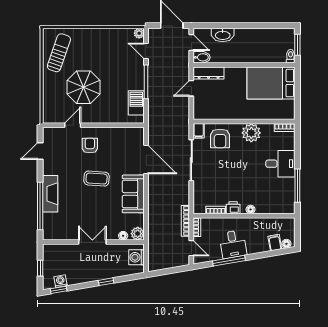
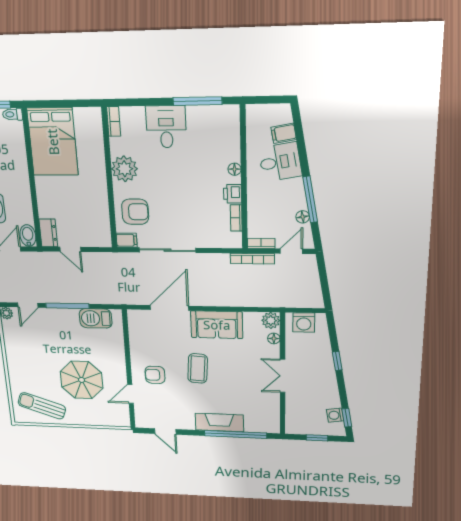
dresser: (209, 73) -> (48, 233), width x0.70
door: (73, 125) -> (130, 394), hinge flipped
desk: (233, 244) -> (280, 162), moved
floor lamp: (286, 244) -> (303, 217), moved

